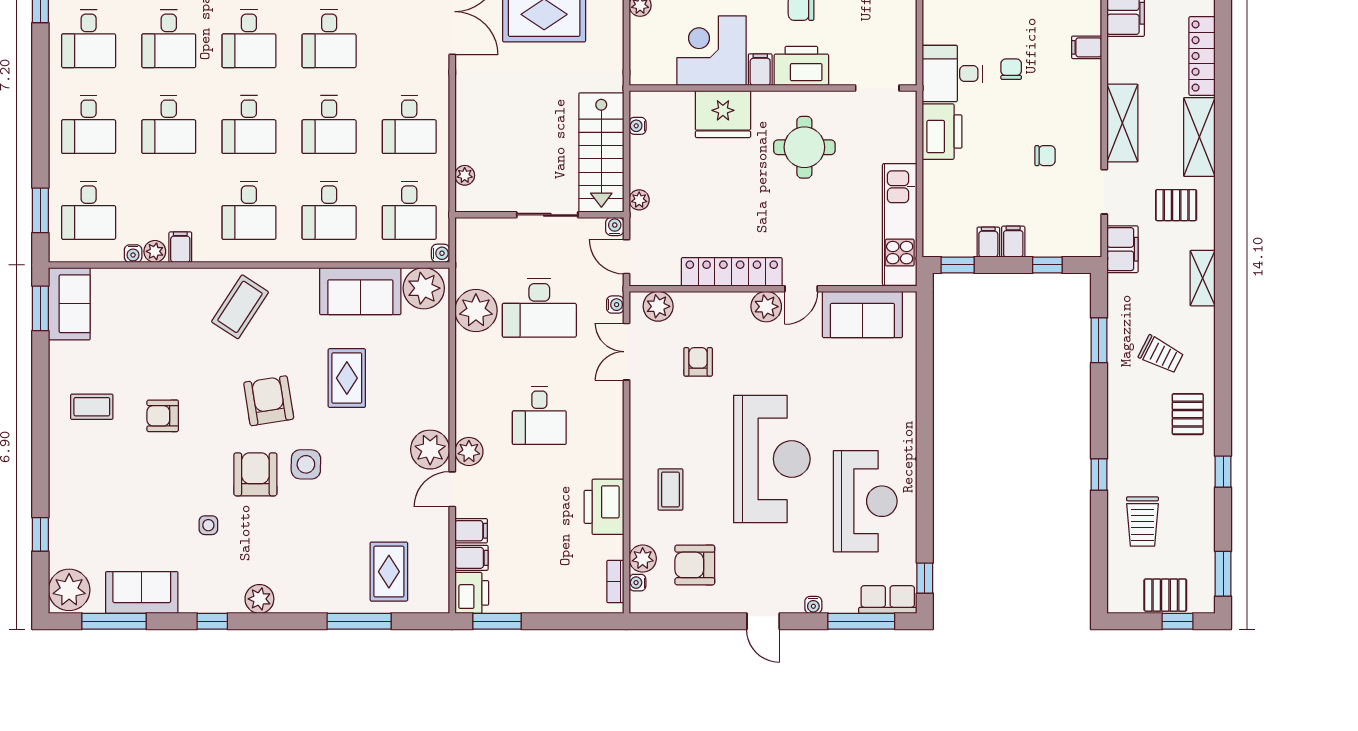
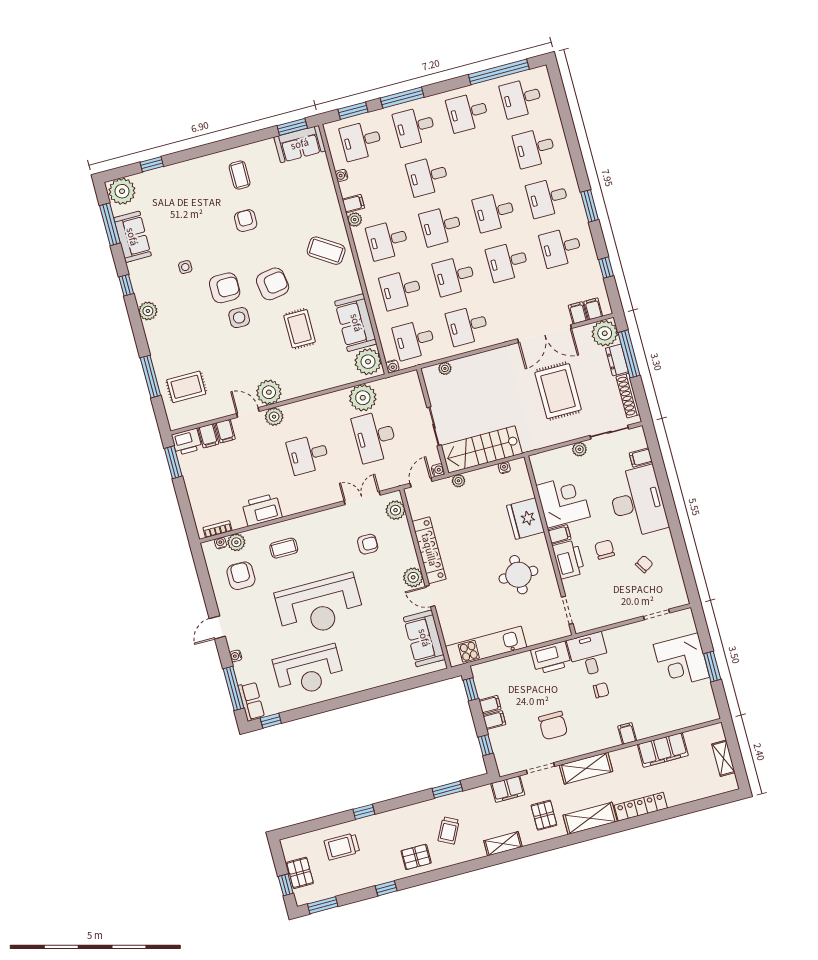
desk: (169, 39) -> (481, 162), removed
window: (40, 131) -> (402, 98), added
chair: (1045, 156) -> (553, 726), width x1.87, depth x1.87
plant: (155, 251) -> (355, 220), moved
water cooler: (615, 305) -> (389, 483), removed
rug: (347, 378) -> (300, 329), turned 90

